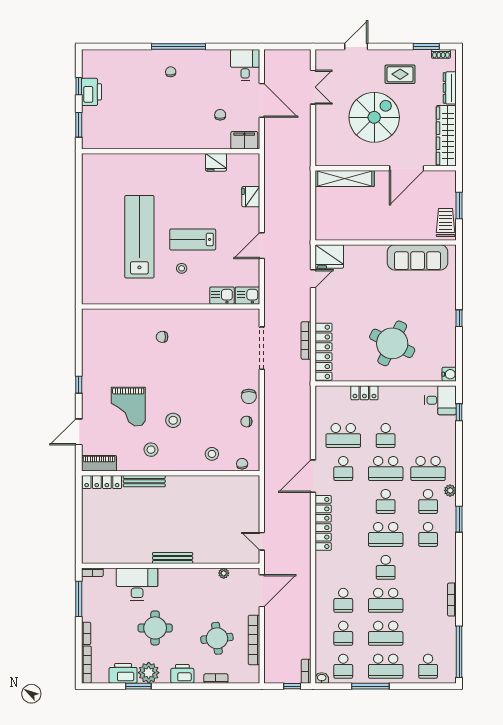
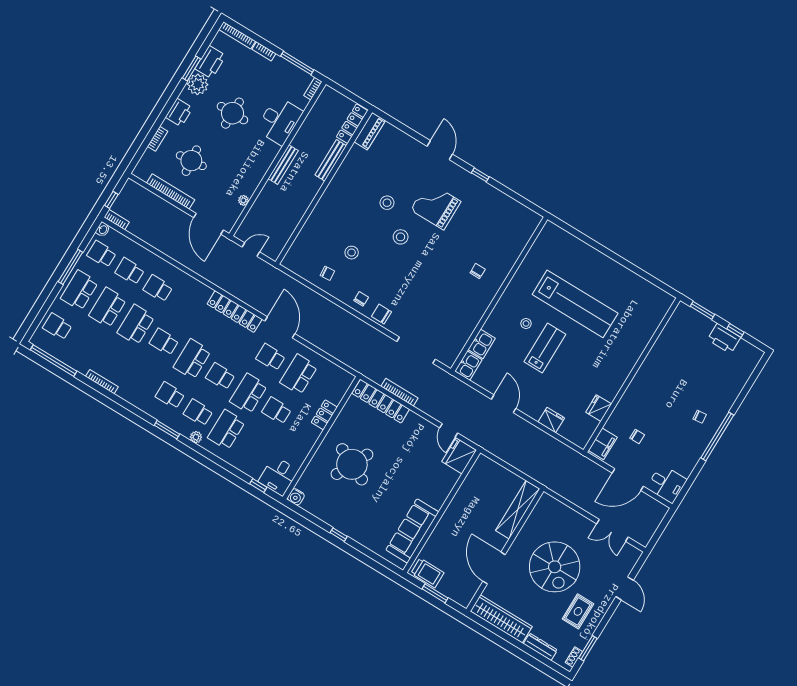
piano: (99, 463) -> (370, 131), moved
wall: (171, 473) -> (324, 187), moved
bench: (144, 481) -> (331, 160), moved
locker: (102, 482) -> (352, 124), moved

